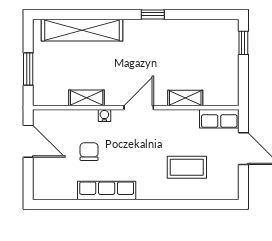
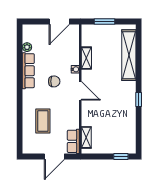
shelving: (185, 98) -> (86, 137), moved
chair: (89, 152) -> (54, 81), moved
plant: (69, 193) -> (27, 47), added

